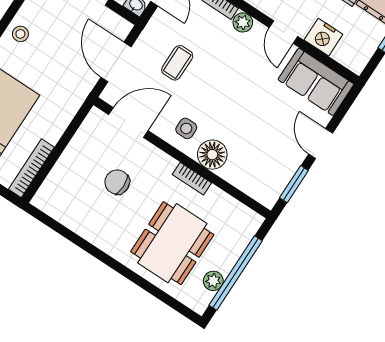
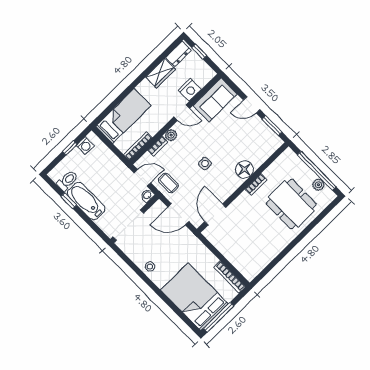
coffee table: (177, 63) -> (168, 183), moved
side table: (186, 128) -> (205, 164), moved
chair: (117, 182) -> (249, 229), removed

